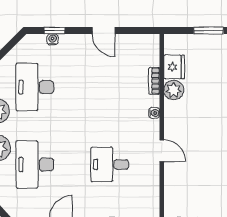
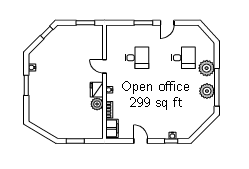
filing cabinet: (150, 51) -> (112, 128), added
fridge: (174, 67) -> (97, 90), moved
desk: (35, 87) -> (183, 106), removed
desk: (35, 164) -> (183, 58), width x0.73

